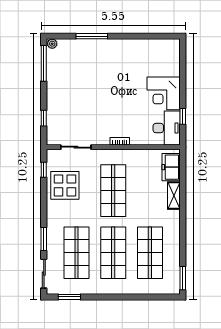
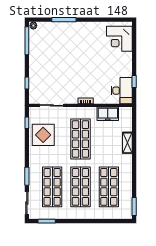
corner desk: (164, 93) -> (119, 39), moved
freezer: (171, 167) -> (108, 114), moved, turned -90

